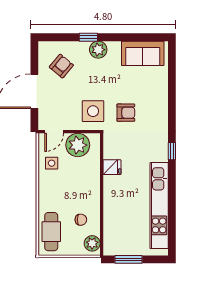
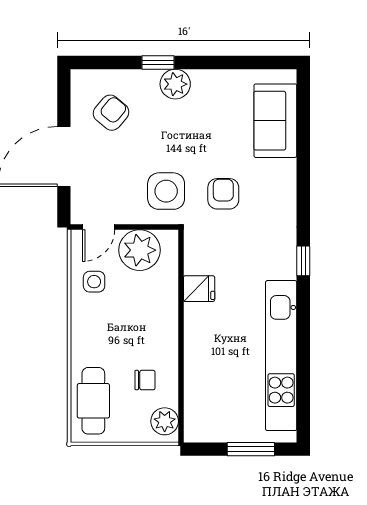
sofa: (143, 53) -> (275, 121), moved, turned 90
armchair: (126, 113) -> (223, 194), turned -90
window: (129, 259) -> (251, 449), moved

